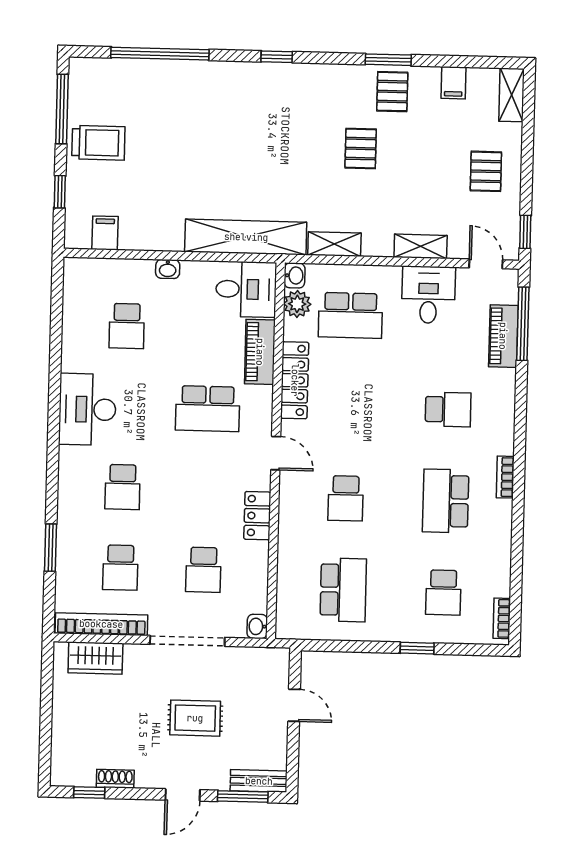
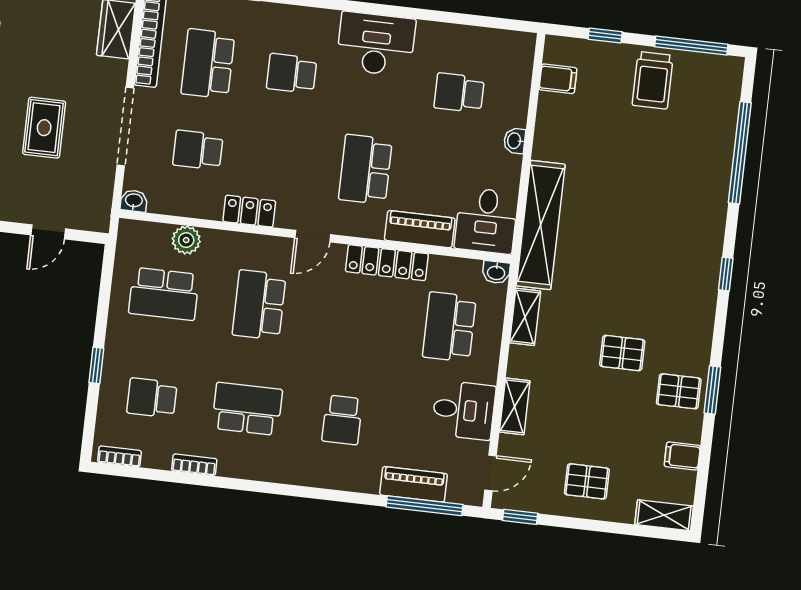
plant: (297, 304) -> (186, 240), moved
bookcase: (505, 477) -> (194, 465), moved
school desk: (346, 498) -> (259, 305), width x1.85
school desk: (120, 568) -> (208, 64), width x1.85

